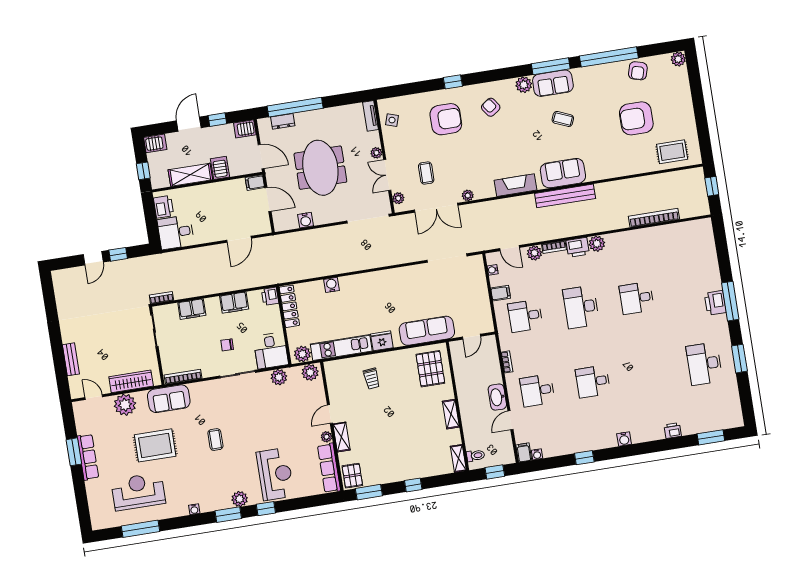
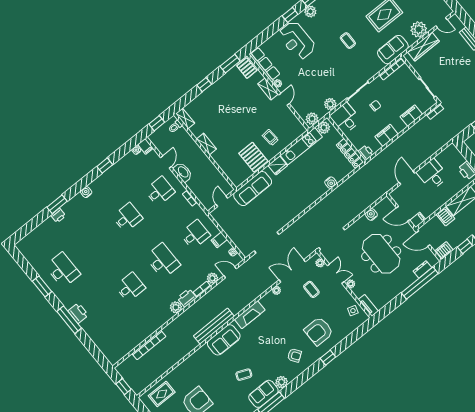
desk: (176, 232) -> (432, 174), moved, turned -90
pallet: (430, 369) -> (253, 157), moved
window: (711, 437) -> (57, 204), moved

